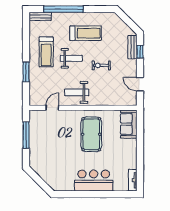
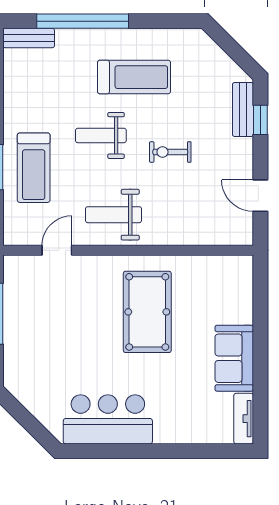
treadmill: (46, 52) -> (34, 168), moved
weight bench: (71, 58) -> (101, 135), turned 180
sofa: (129, 124) -> (234, 358), moved
bar counter: (94, 181) -> (108, 419), moved

